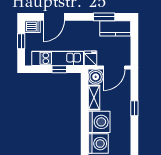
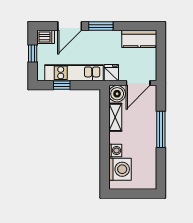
window: (104, 17) -> (101, 26), moved
window: (59, 69) -> (62, 85), moved
window: (134, 108) -> (161, 129), width x2.17
washing machine: (99, 122) -> (115, 150), width x0.53, depth x0.53

